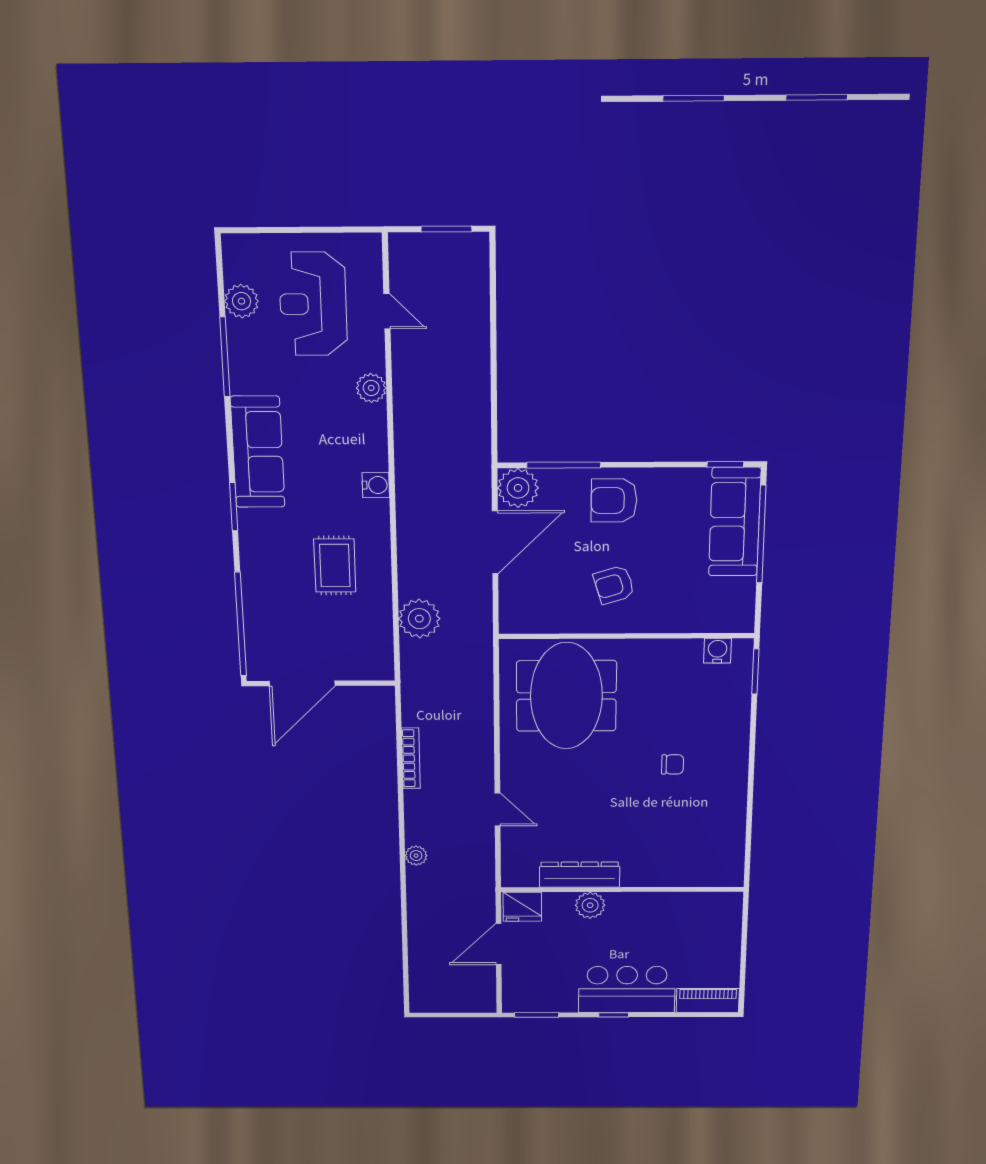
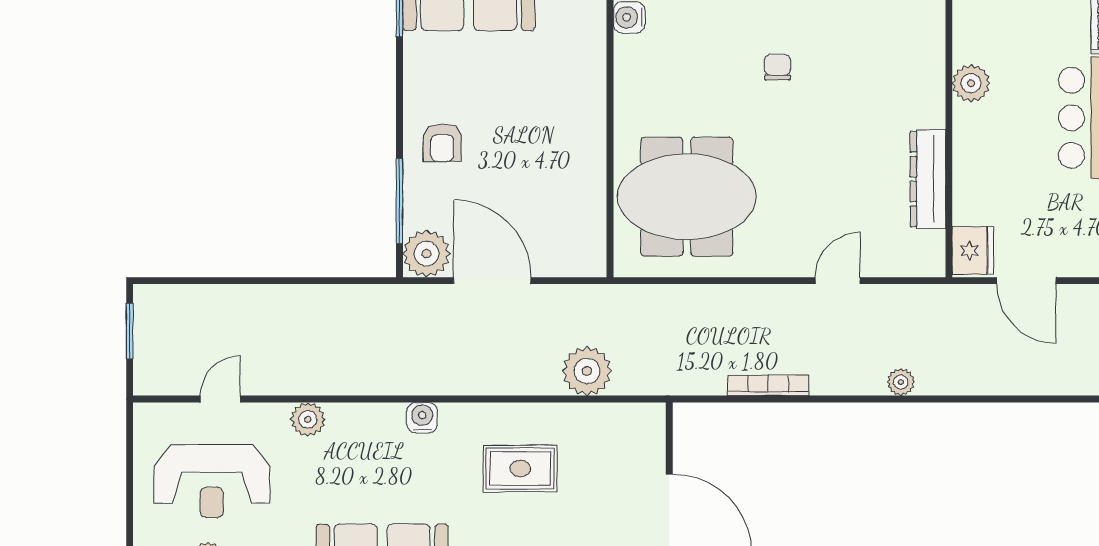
armchair: (614, 500) -> (442, 143), width x0.72, depth x0.72
armchair: (614, 585) -> (546, 141), removed
plant: (590, 905) -> (971, 83), moved

